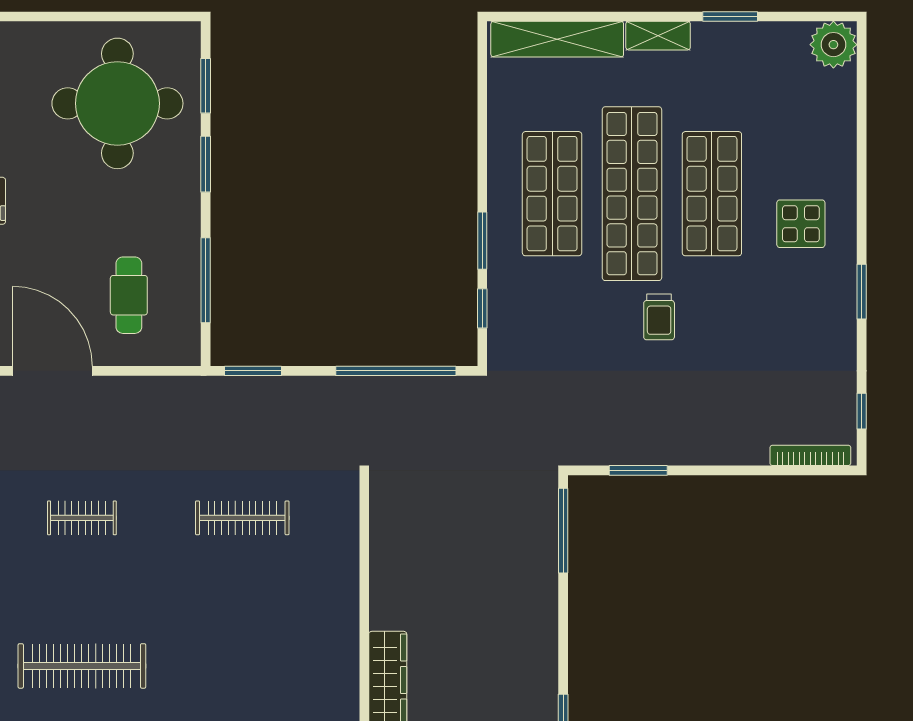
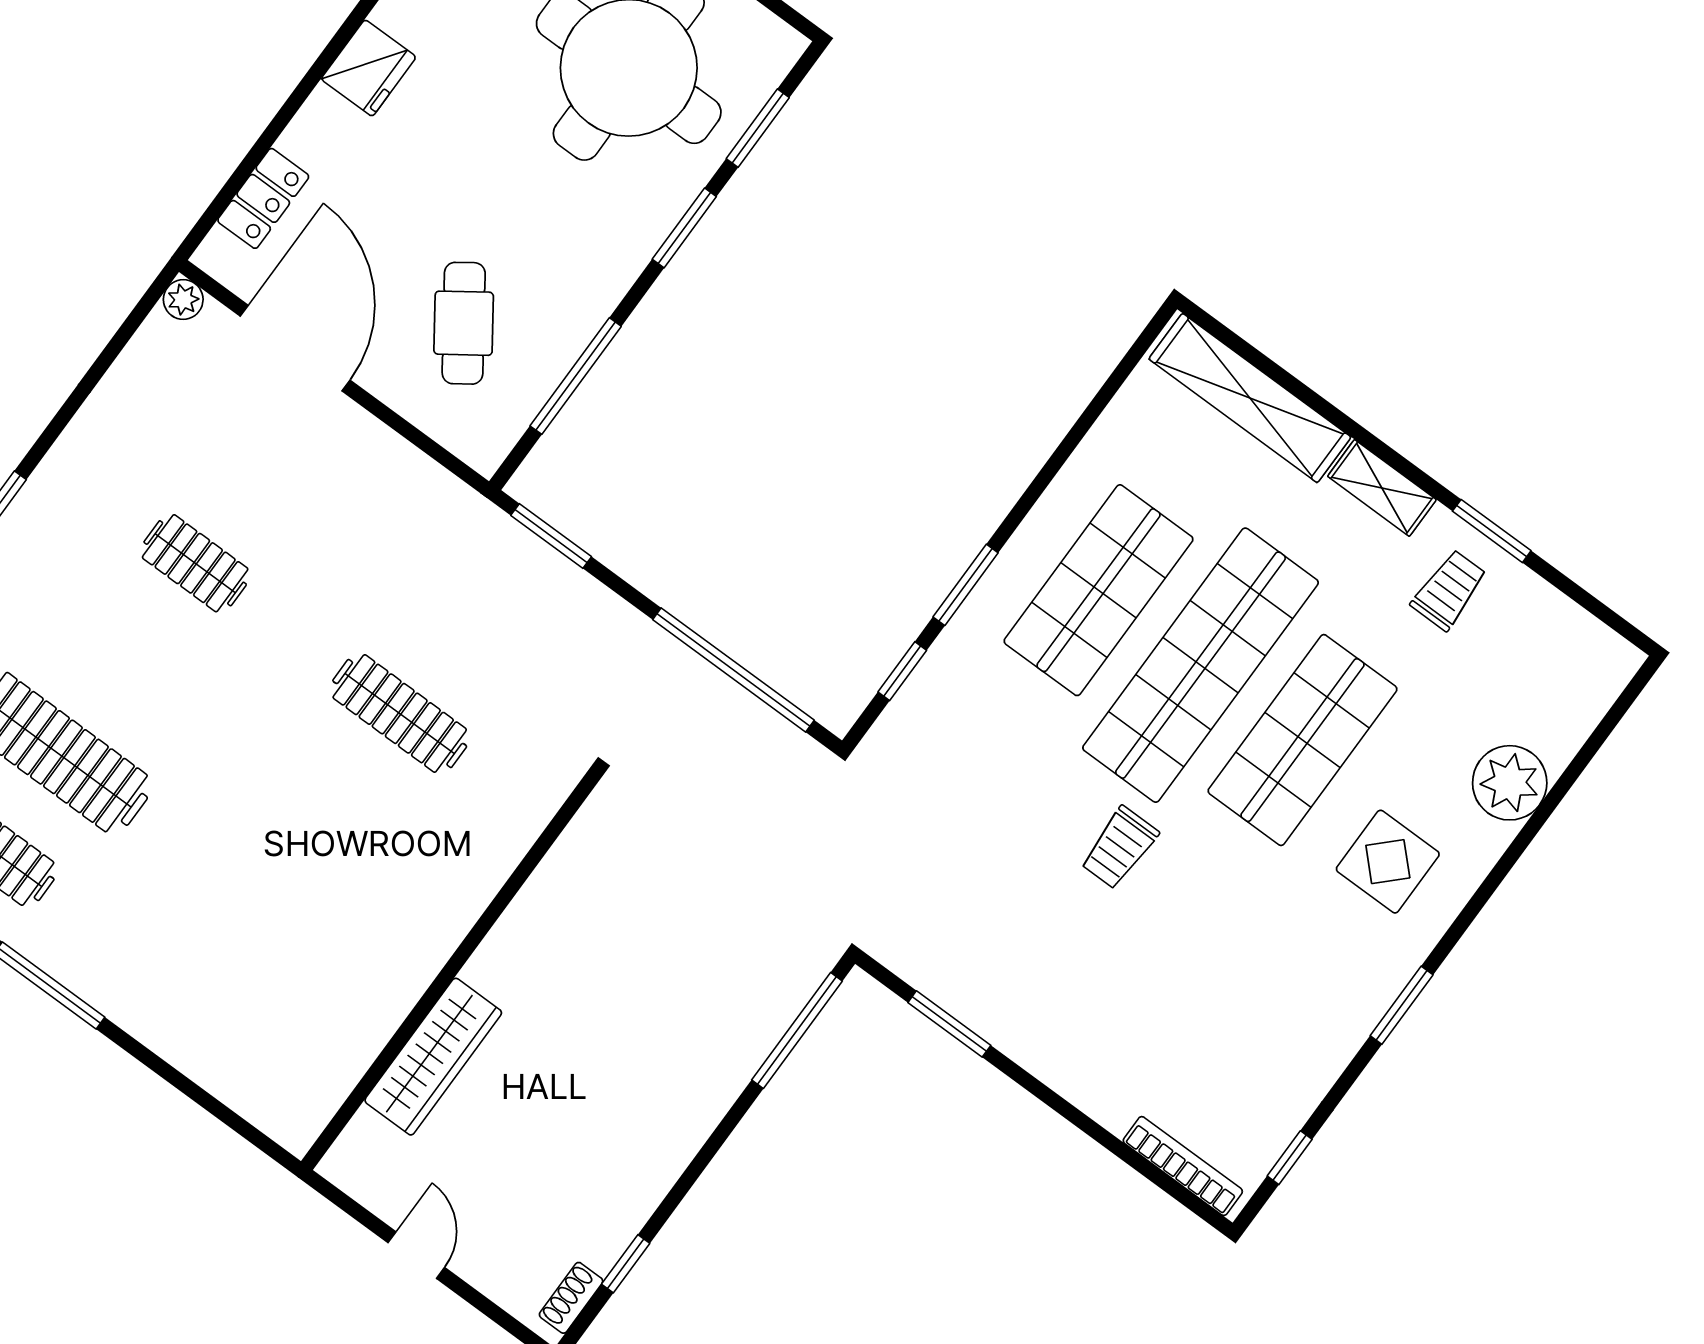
plant: (833, 45) -> (1510, 783), moved
trolley: (730, 63) -> (1449, 590), added
cafe table: (129, 295) -> (464, 323), turned -35

